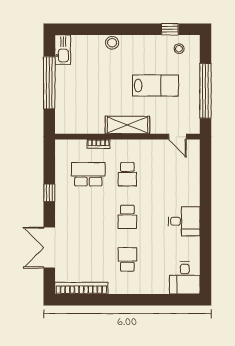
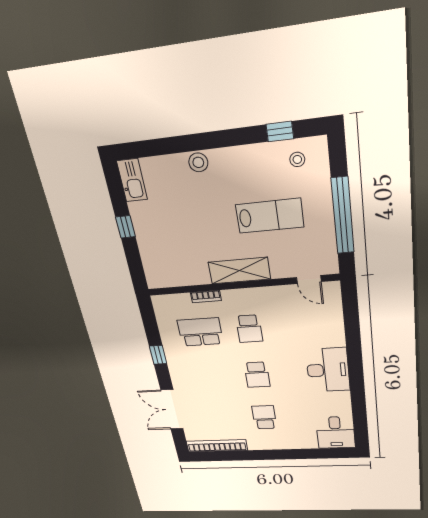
window: (49, 83) -> (125, 227), width x0.32
desk: (184, 221) -> (328, 370), width x1.37

